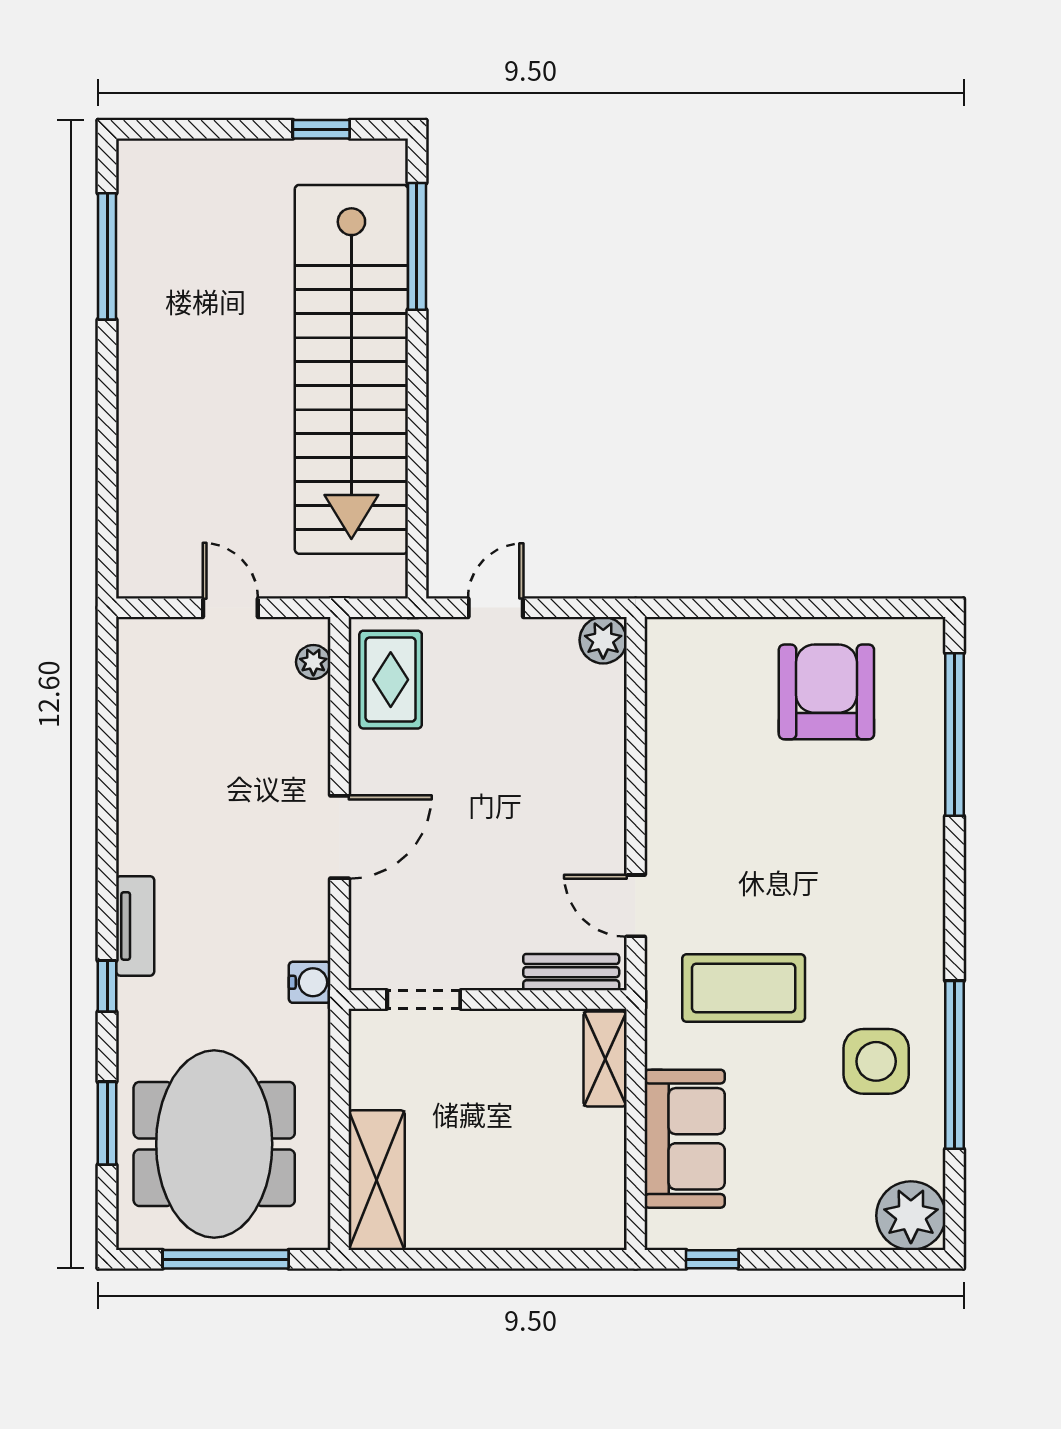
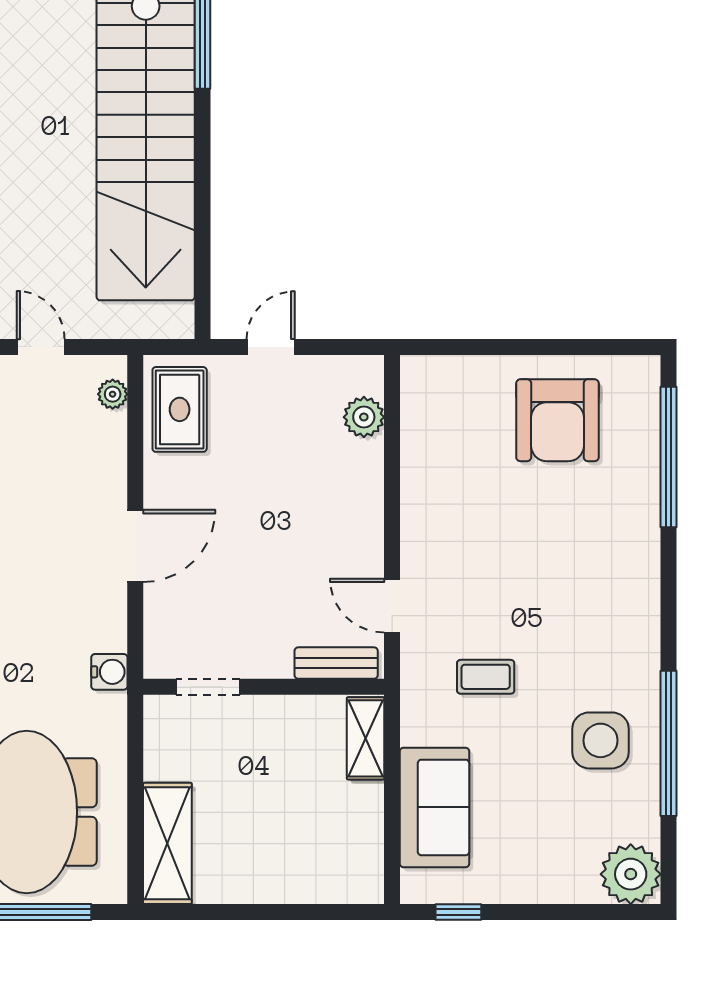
plant: (603, 640) -> (364, 417), moved
armchair: (826, 692) -> (557, 420), turned 180
coffee table: (744, 988) -> (486, 677), width x0.54, depth x0.58

